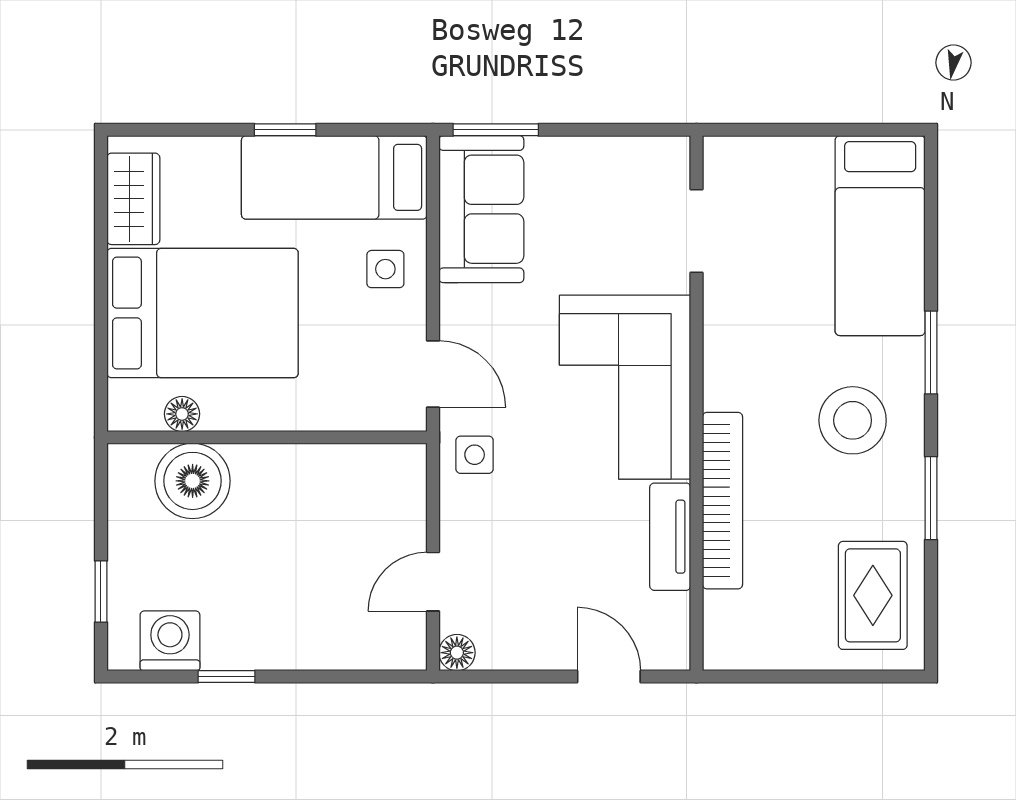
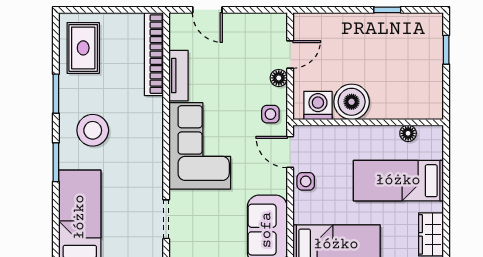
side table: (385, 269) -> (306, 181), moved
bed: (203, 313) -> (398, 181), width x0.67
boiler: (193, 481) -> (352, 102), moved
bookcase: (722, 501) -> (154, 54), moved
washing machine: (170, 641) -> (318, 105), moved, turned 180
floor lamp: (457, 653) -> (279, 78), moved

